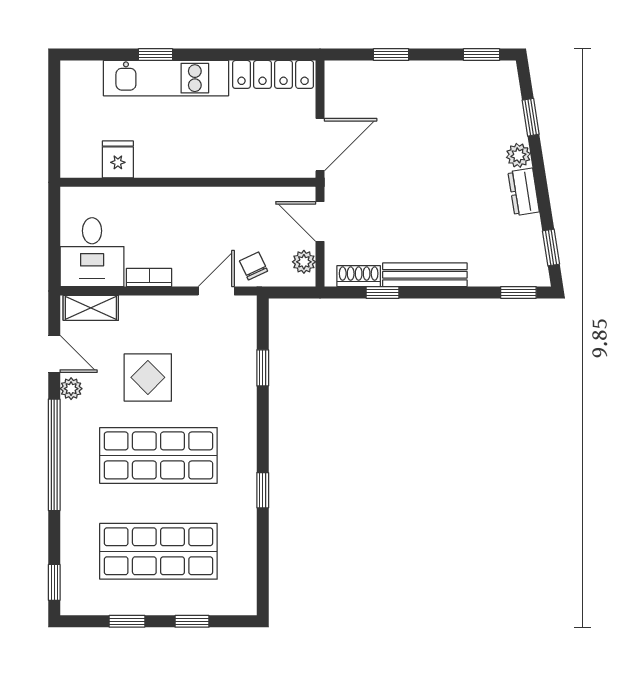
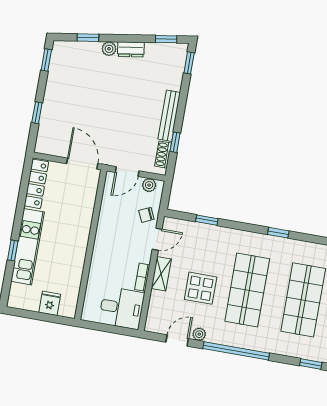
fridge: (118, 159) -> (50, 303), moved, turned 90
door: (216, 291) -> (157, 239), swing flipped
shelving: (91, 308) -> (161, 274), moved

